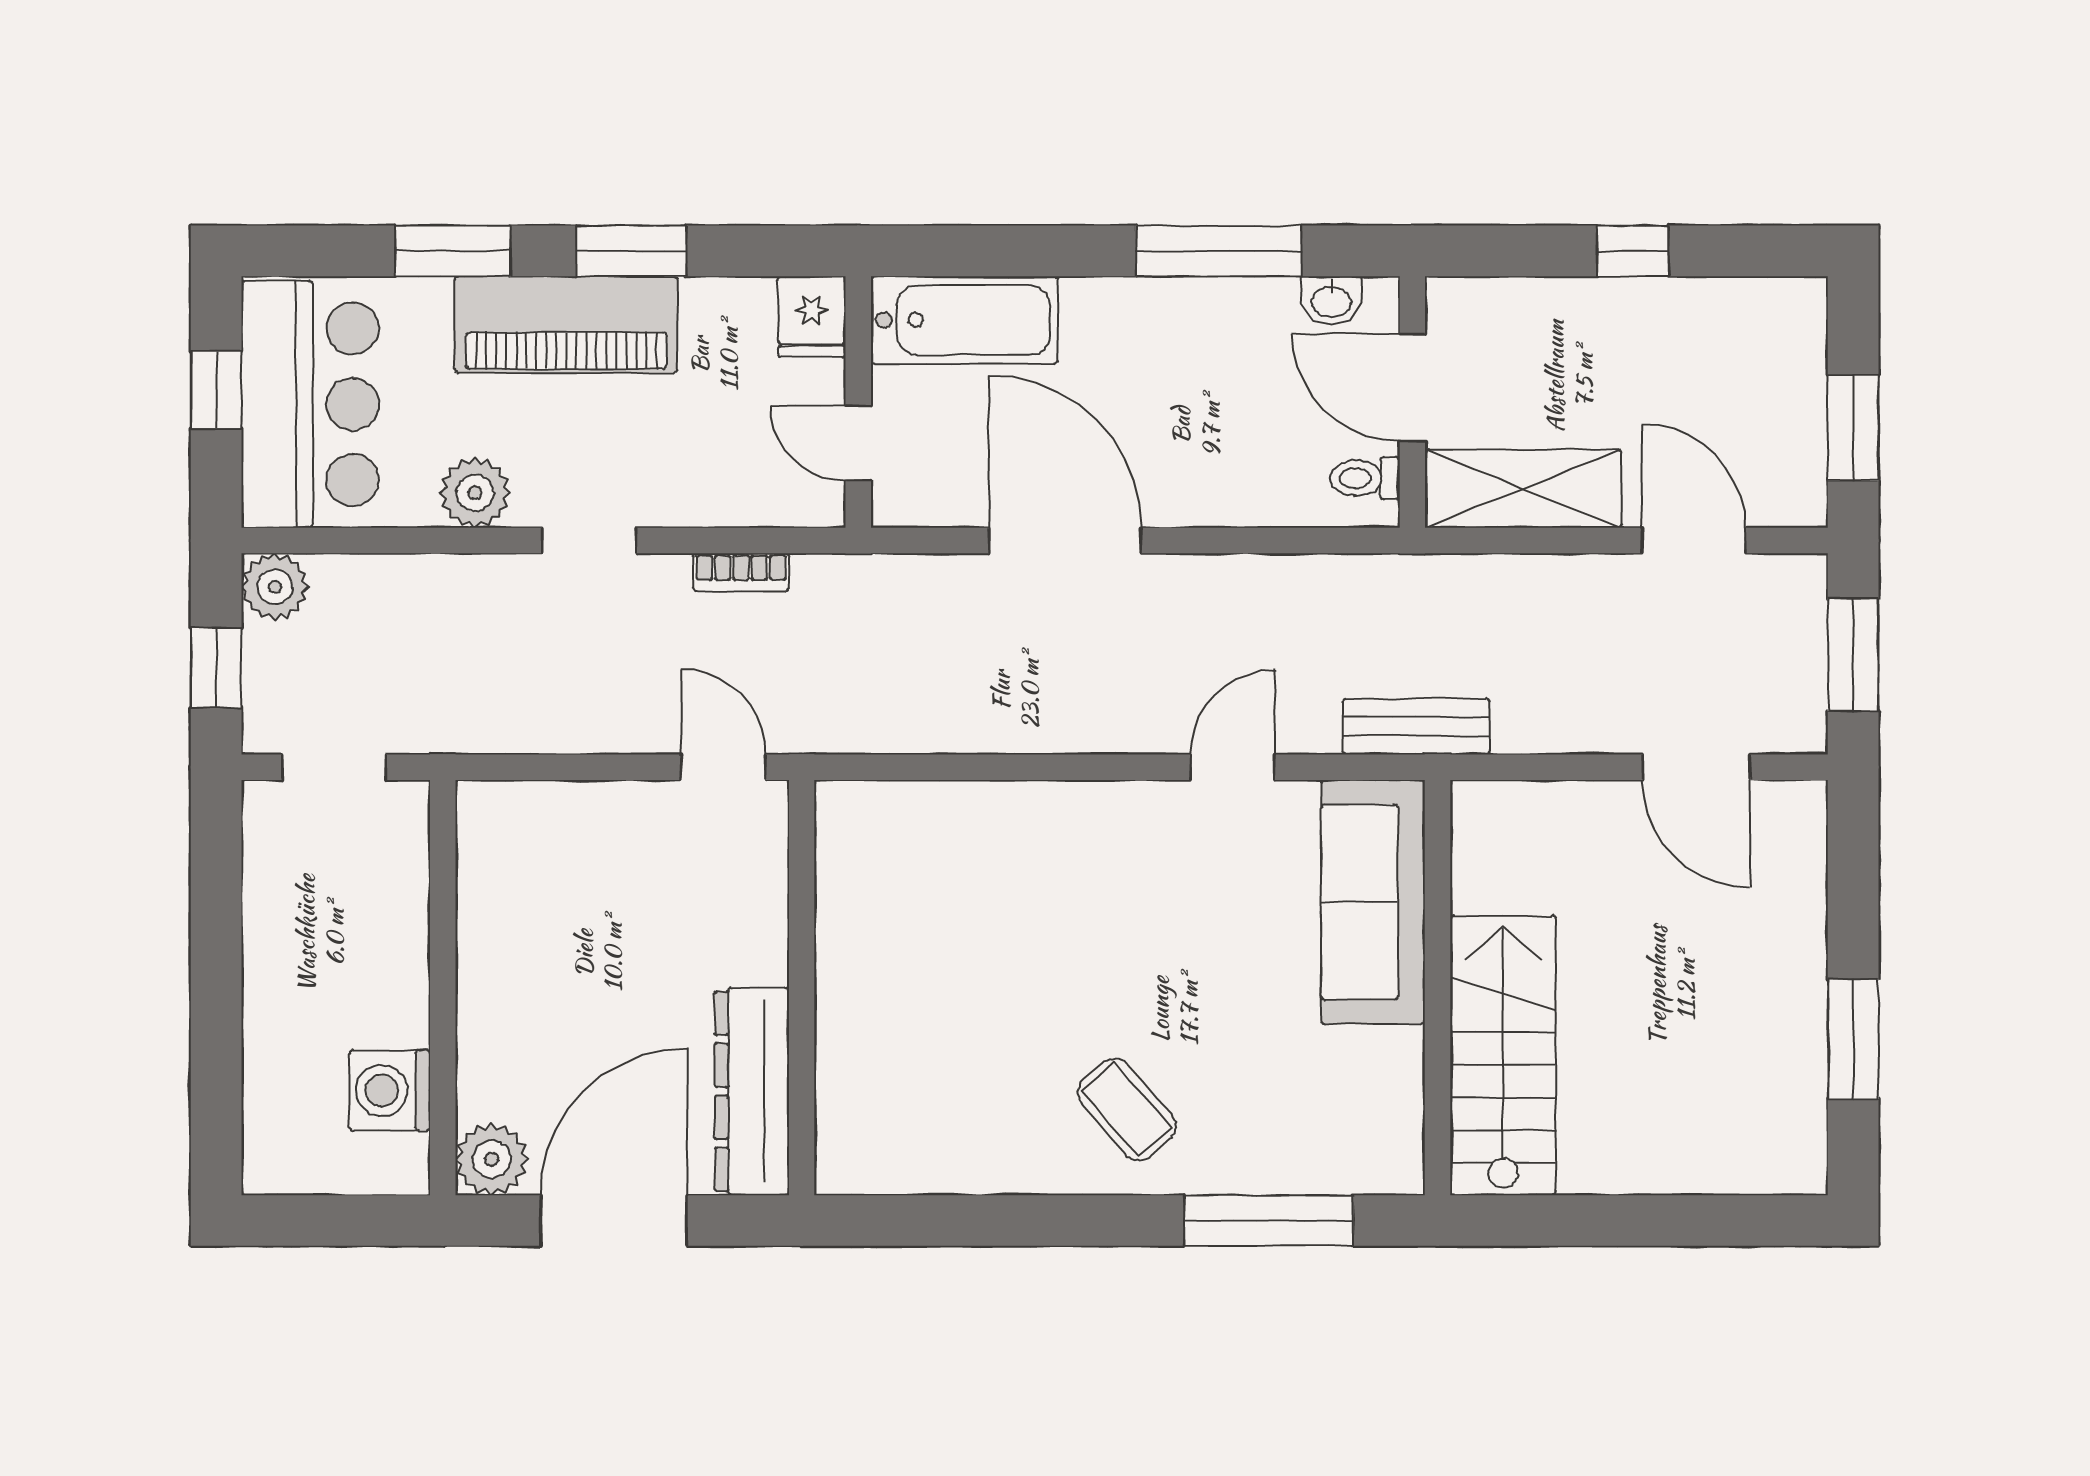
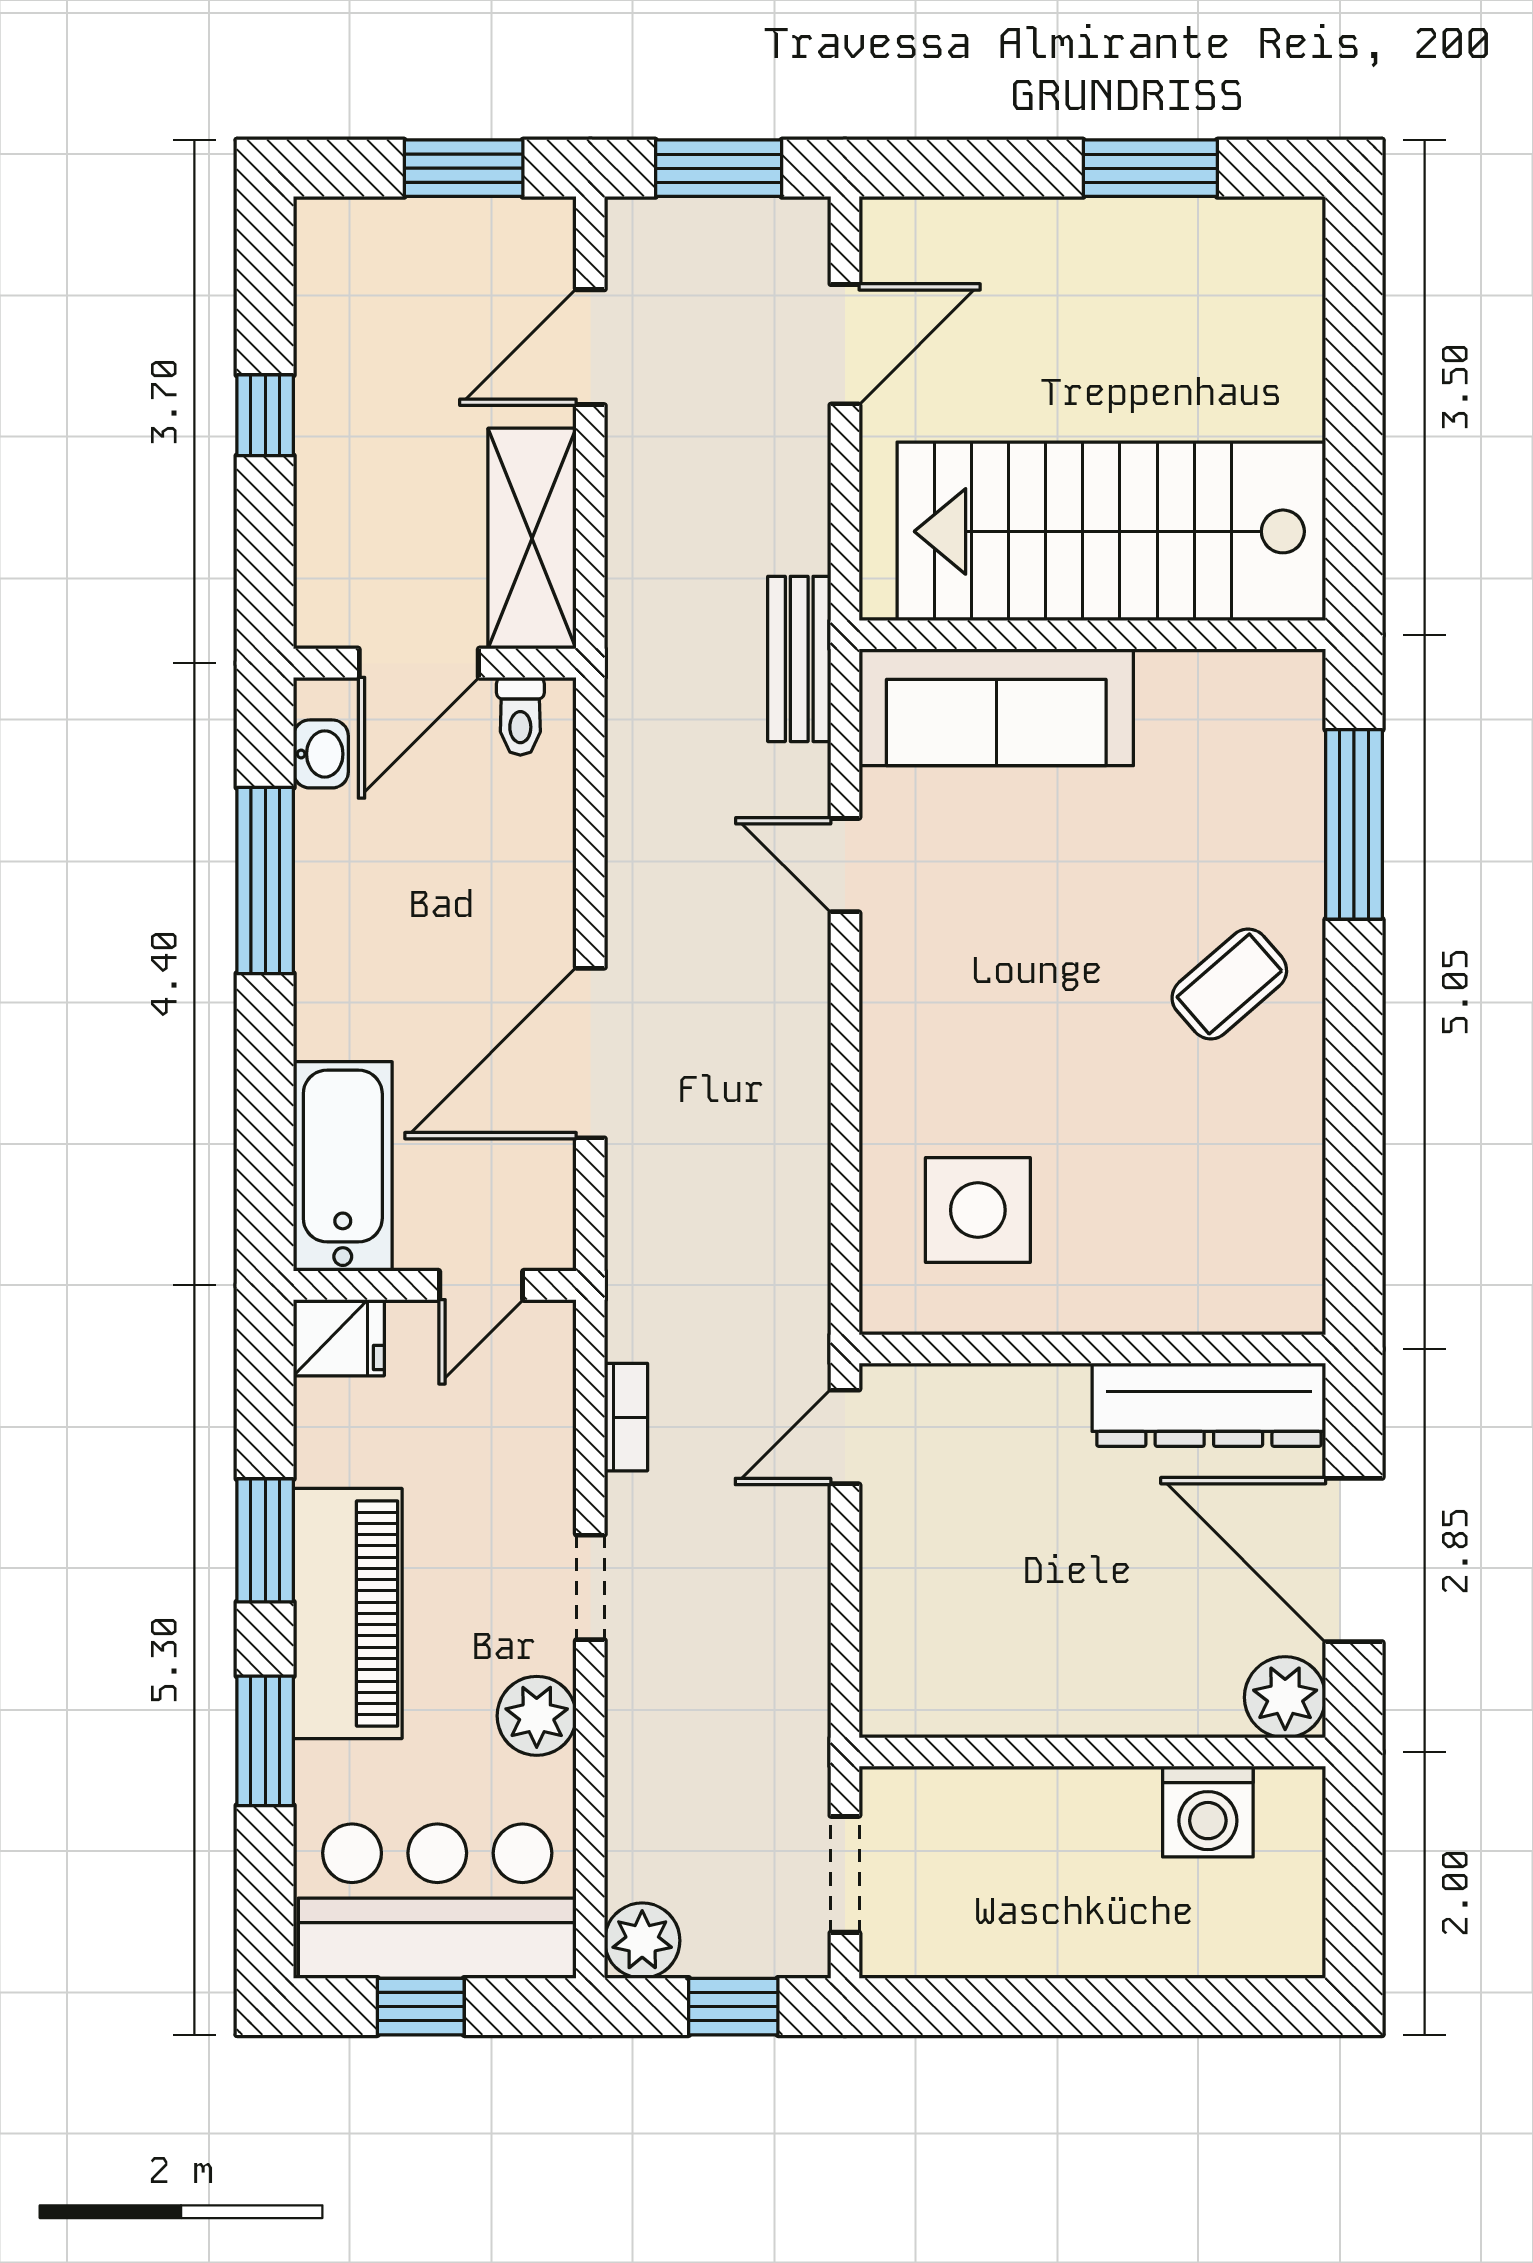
side table: (925, 886) -> (978, 1210), added
stairs: (1503, 1055) -> (1111, 531), width x1.36, depth x1.51

